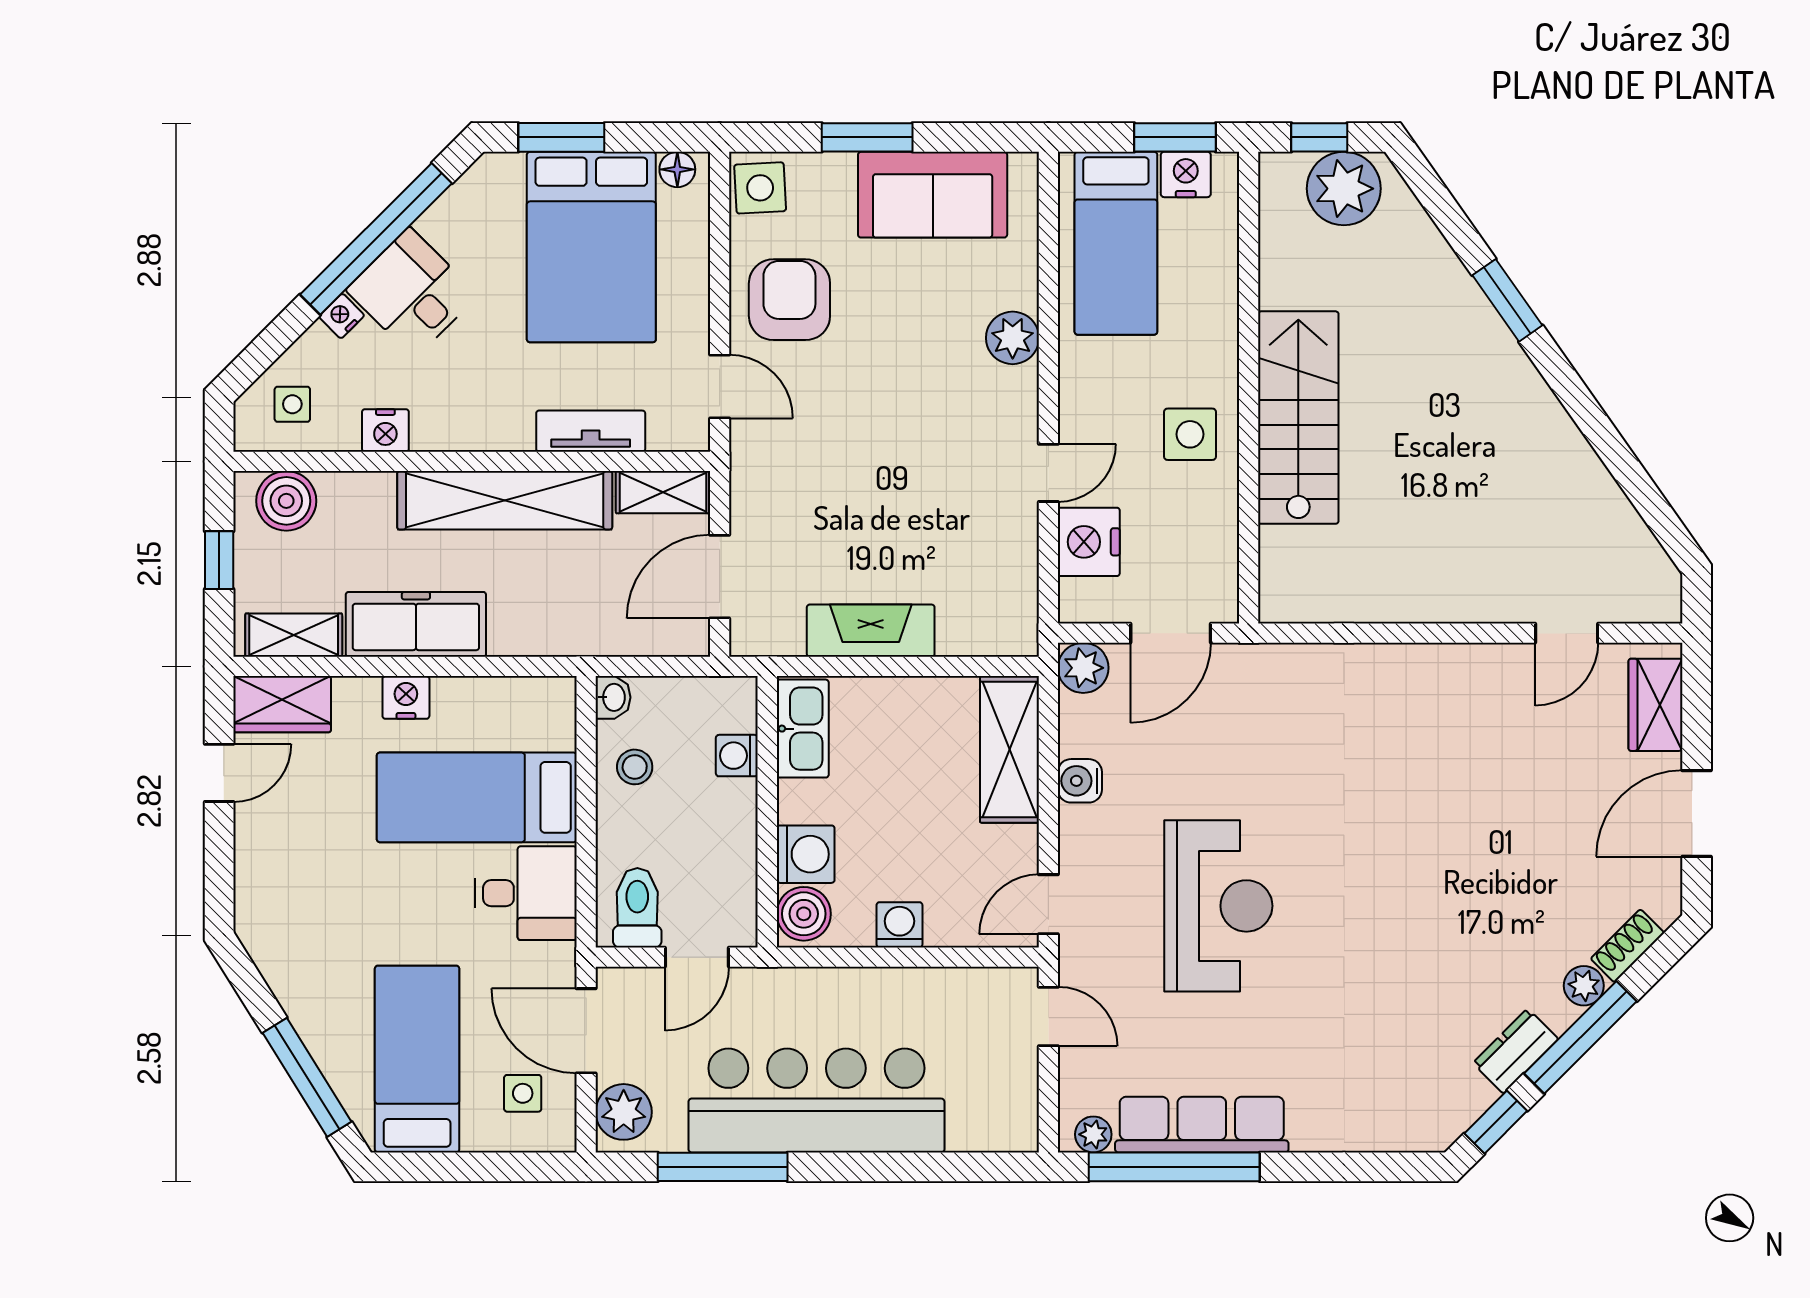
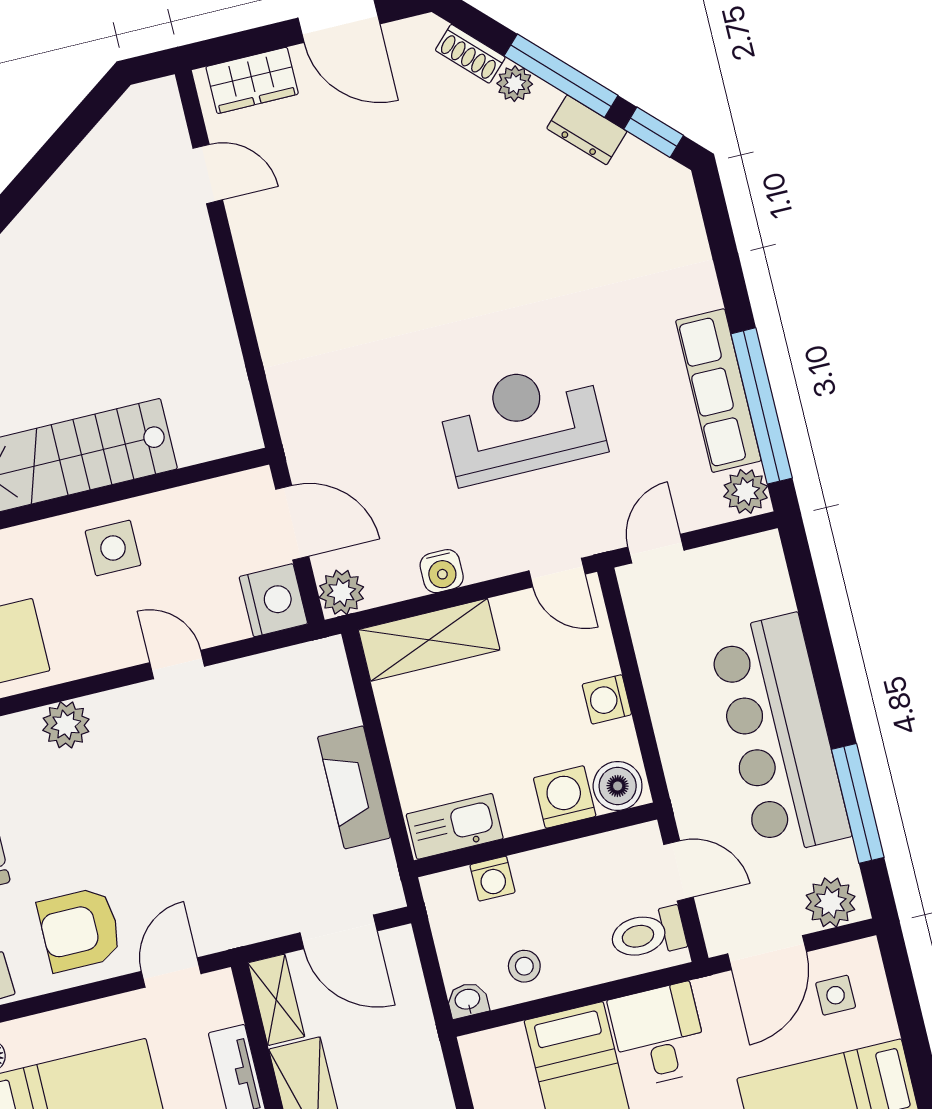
nightstand: (1089, 542) -> (273, 600), moved, turned -90
plant: (1093, 1134) -> (746, 491), width x1.38, depth x1.38

